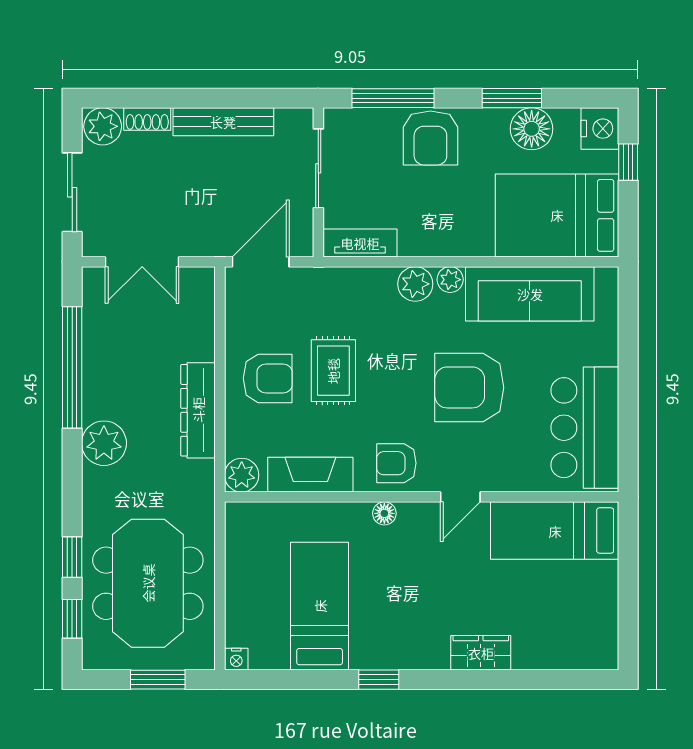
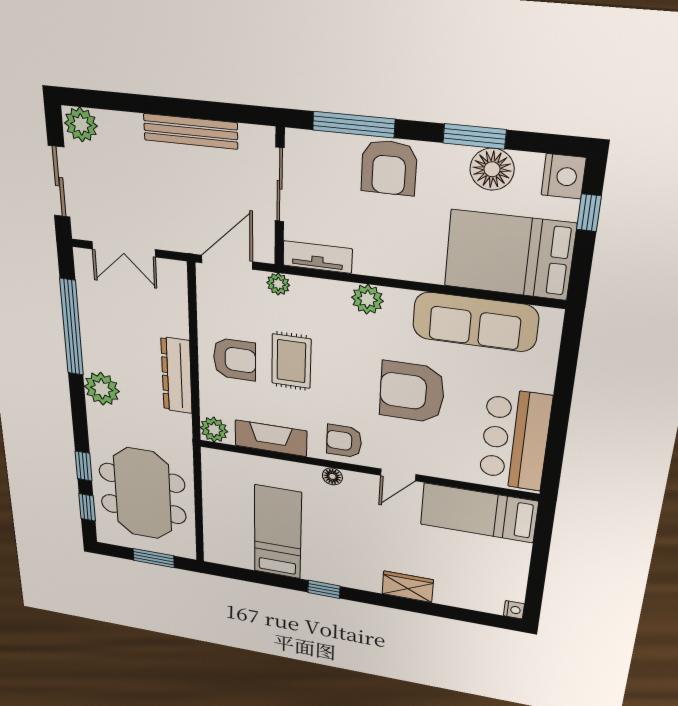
shoe rack: (147, 119) -> (121, 122), removed
plant: (450, 280) -> (278, 284), moved
nightstand: (236, 659) -> (514, 610), moved, turned -90

